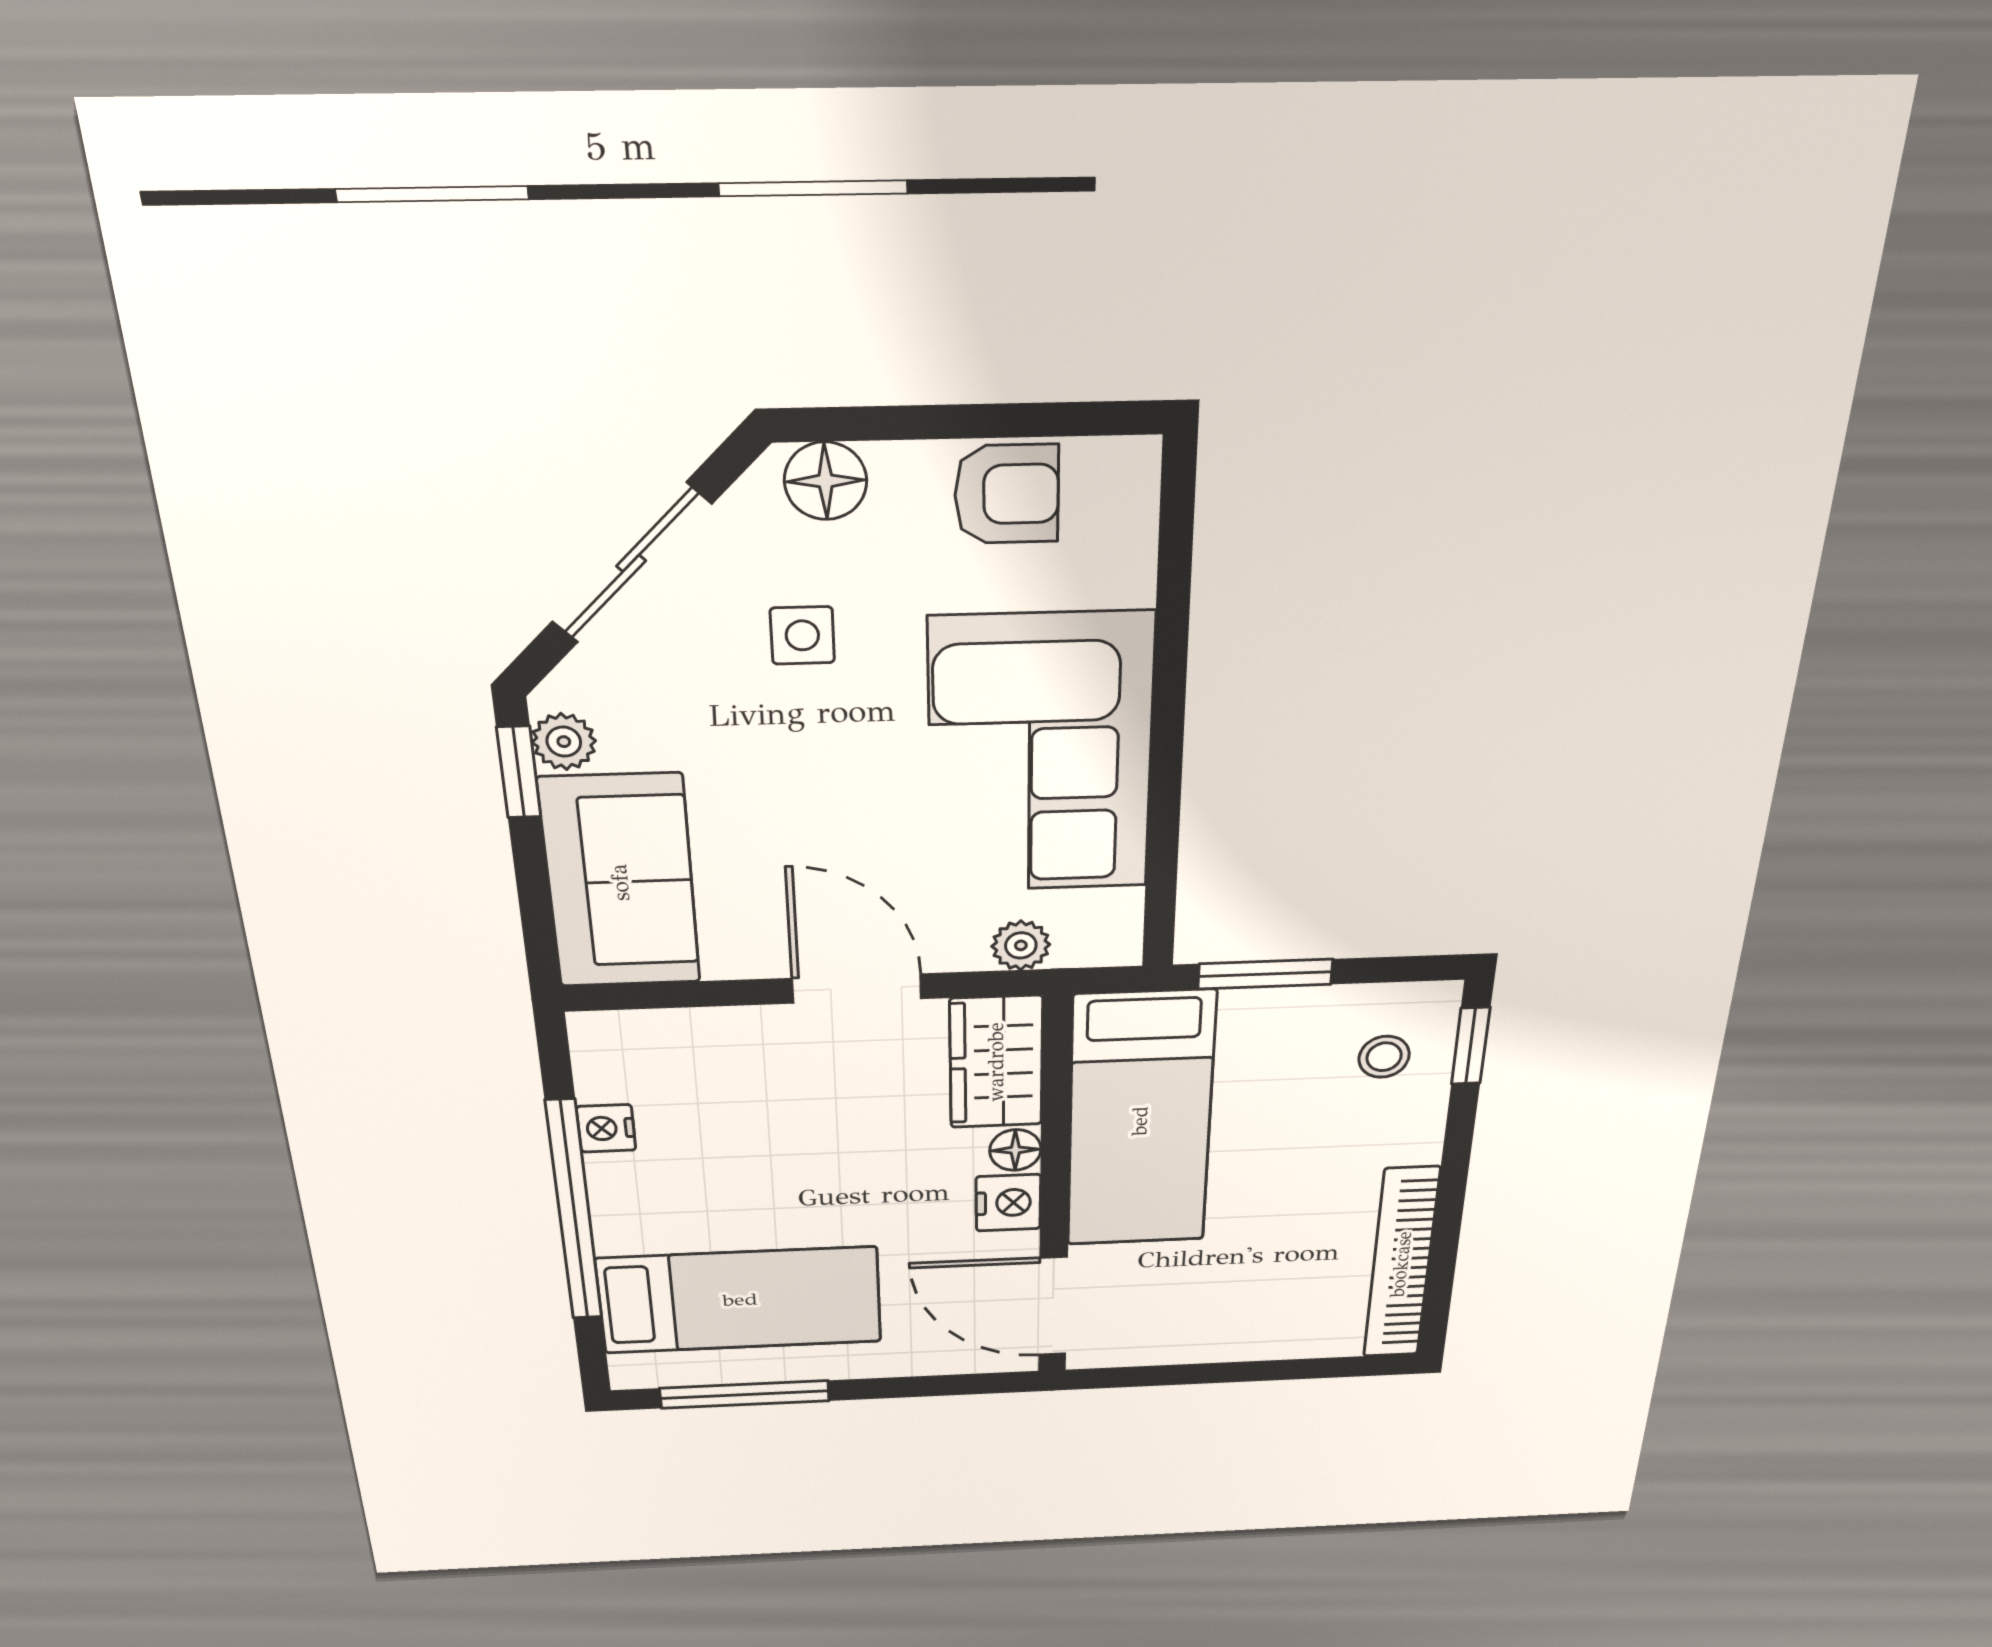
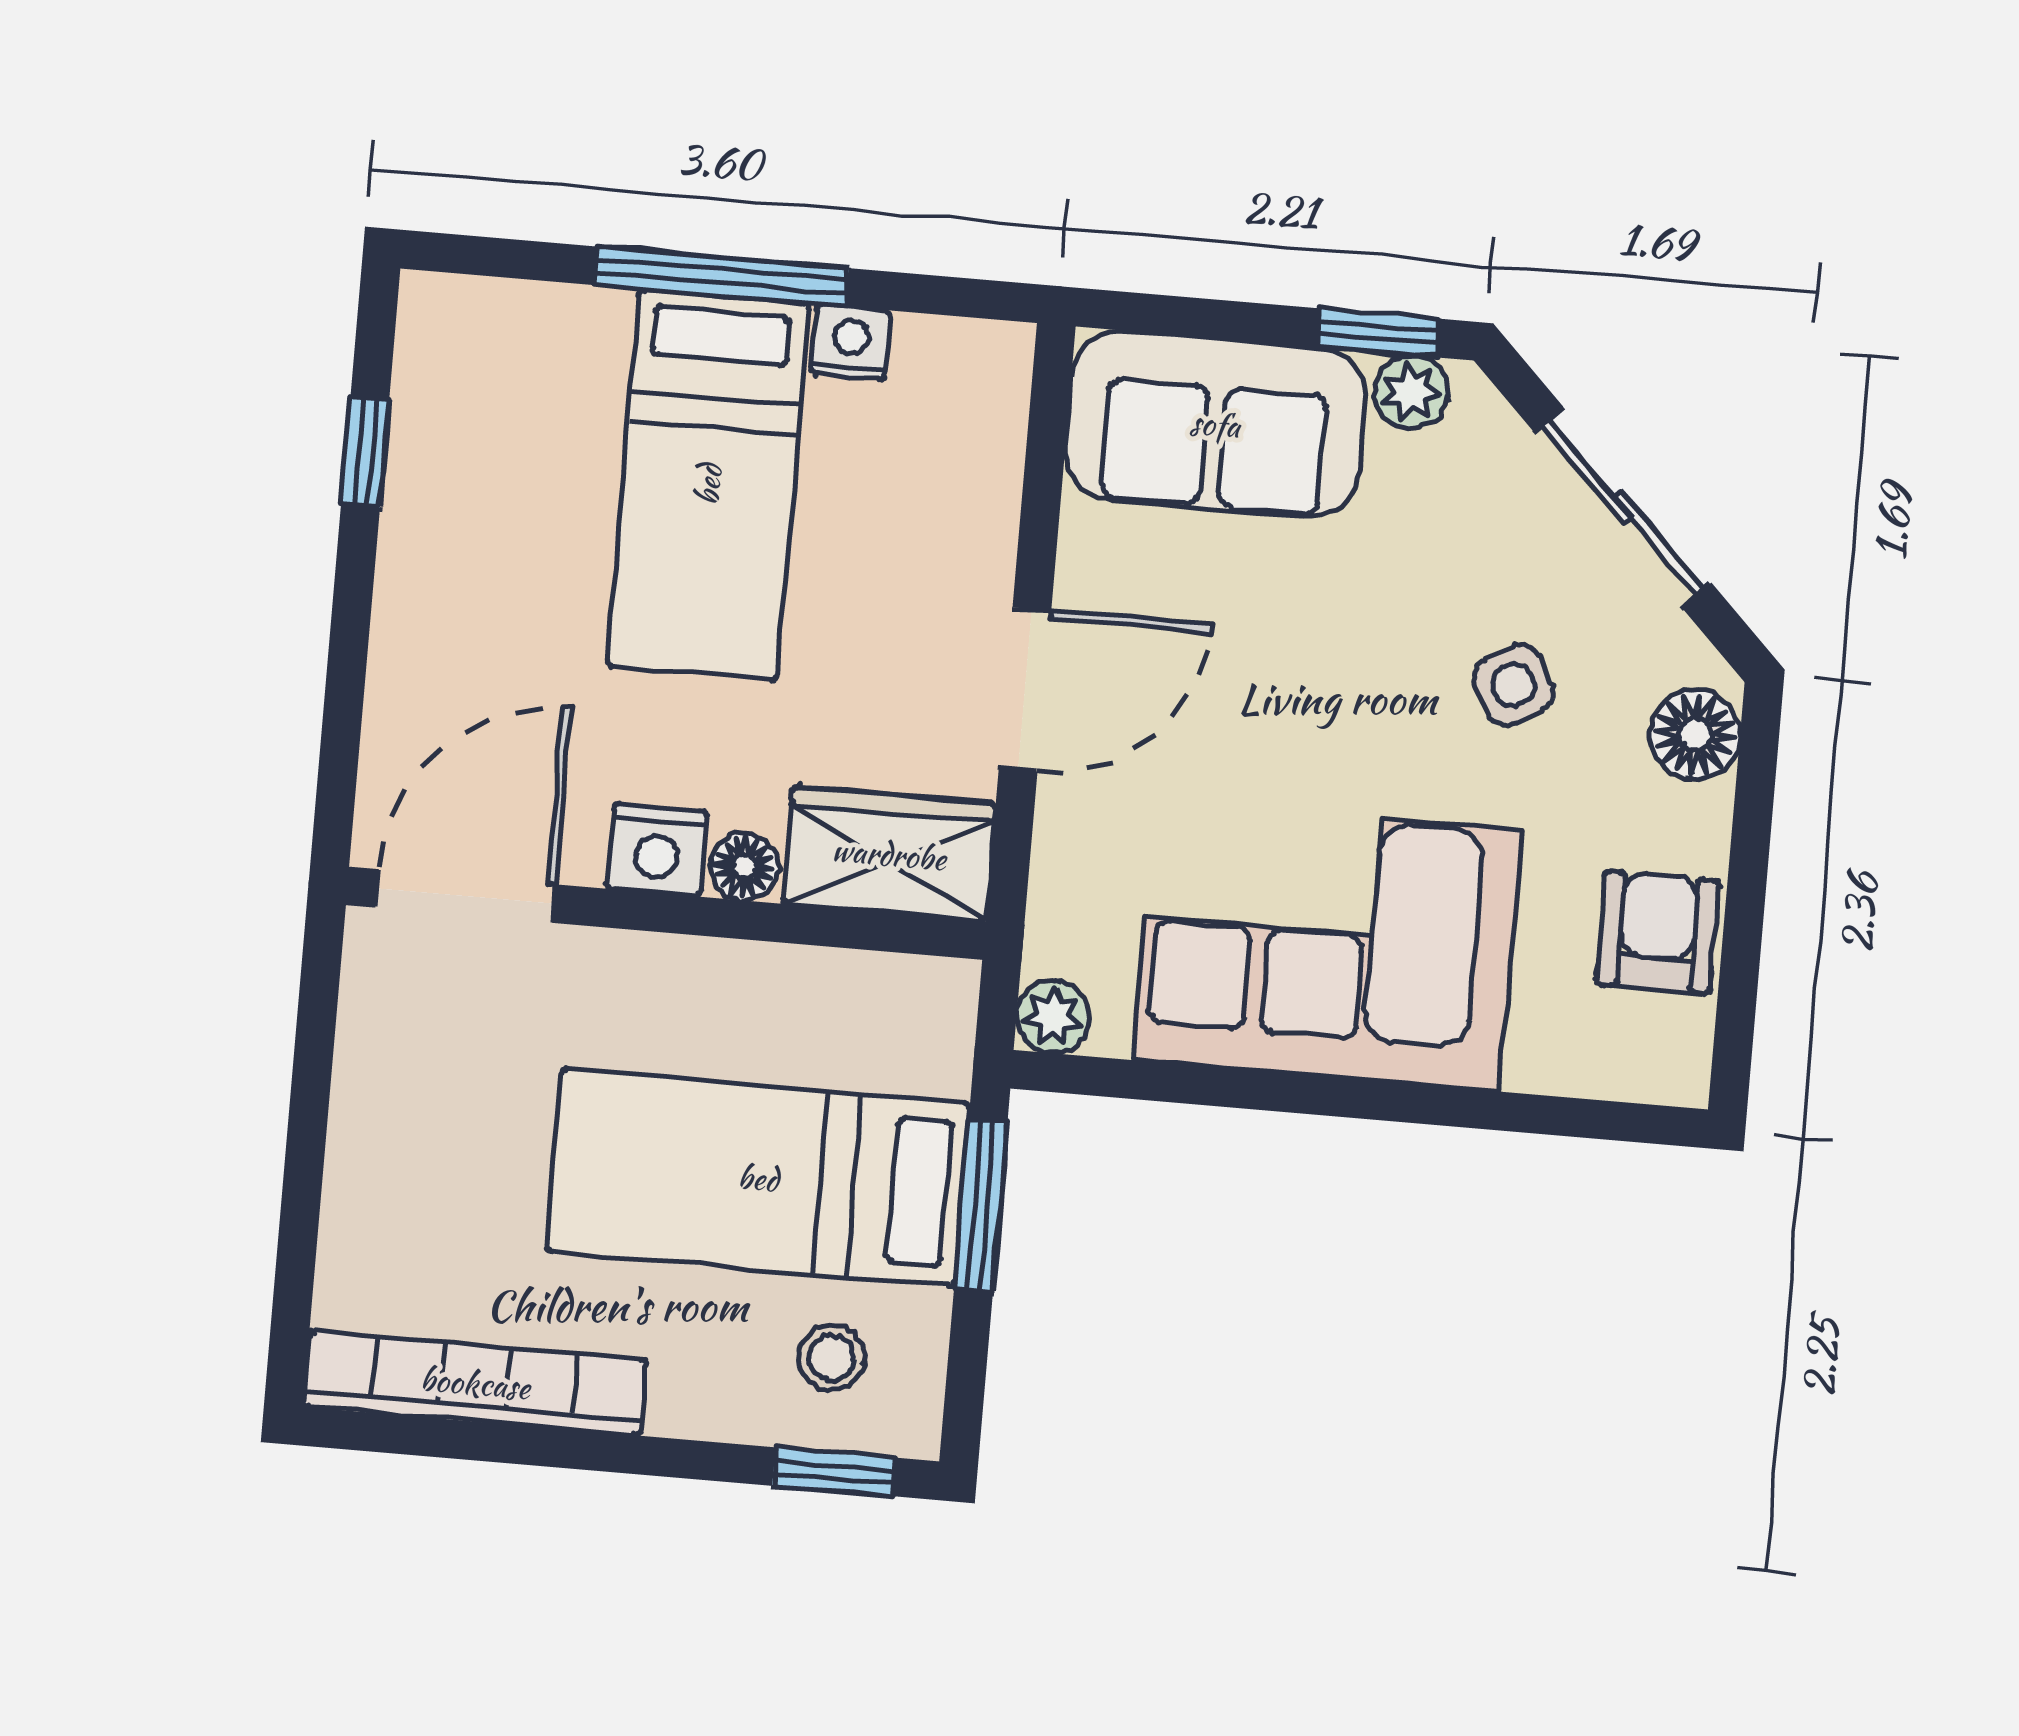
armchair: (1007, 494) -> (1658, 932), turned 180
side table: (802, 635) -> (1513, 685), turned -30
plant: (1021, 945) -> (1053, 1017), moved
bed: (1140, 1121) -> (758, 1178), moved
window: (574, 1212) -> (721, 277), width x0.68
bed: (740, 1300) -> (708, 485), moved
window: (745, 1394) -> (365, 452), width x0.46

